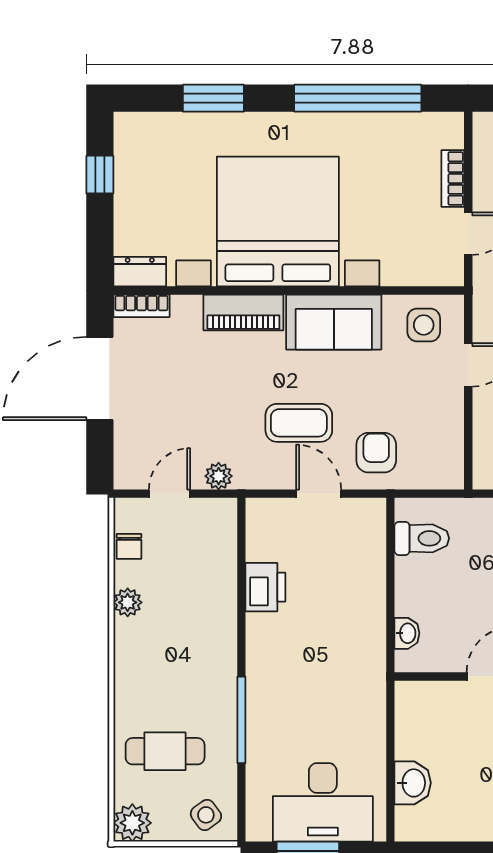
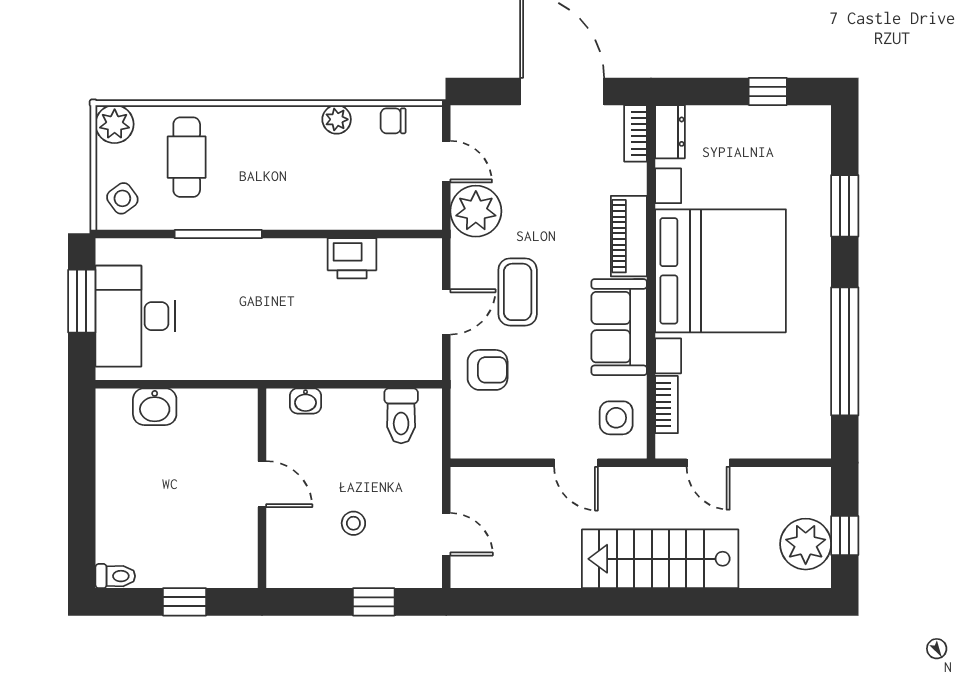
bookcase: (453, 179) -> (666, 405), moved, turned 90
plant: (219, 476) -> (476, 211), width x1.88, depth x1.88

